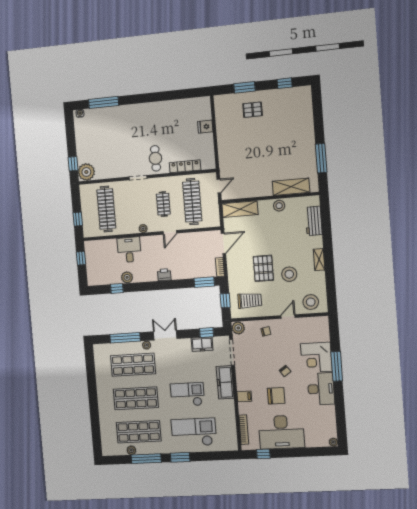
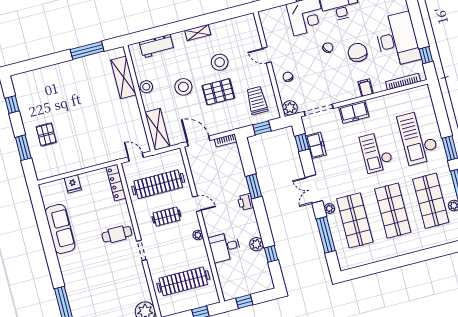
sofa: (168, 109) -> (60, 229), added
locker: (185, 166) -> (116, 183), moved
window: (204, 282) -> (254, 186), moved
stool: (311, 302) -> (183, 87), moved
freezer: (225, 382) -> (354, 112), width x0.71

